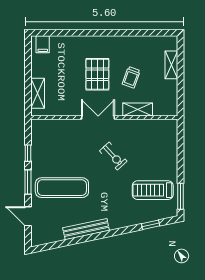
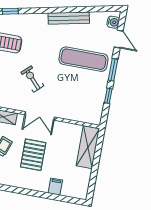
filing cabinet: (43, 44) -> (55, 187), moved
shelving: (38, 93) -> (88, 147), width x1.50, depth x1.33
water cooler: (37, 234) -> (113, 22), added

